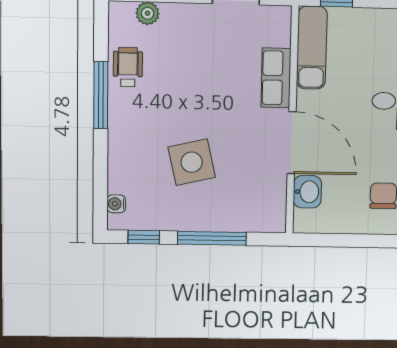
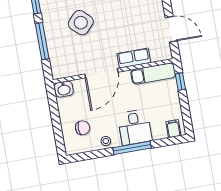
side table: (192, 162) -> (81, 23), turned -34
washbasin: (307, 192) -> (64, 89), moved

